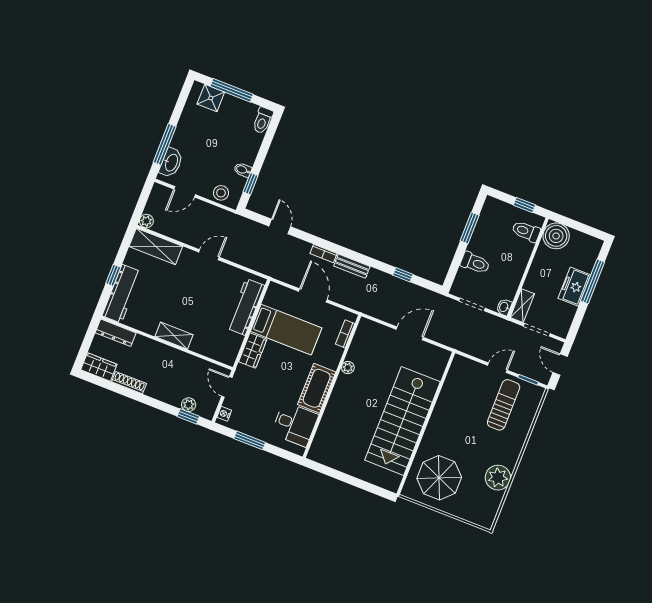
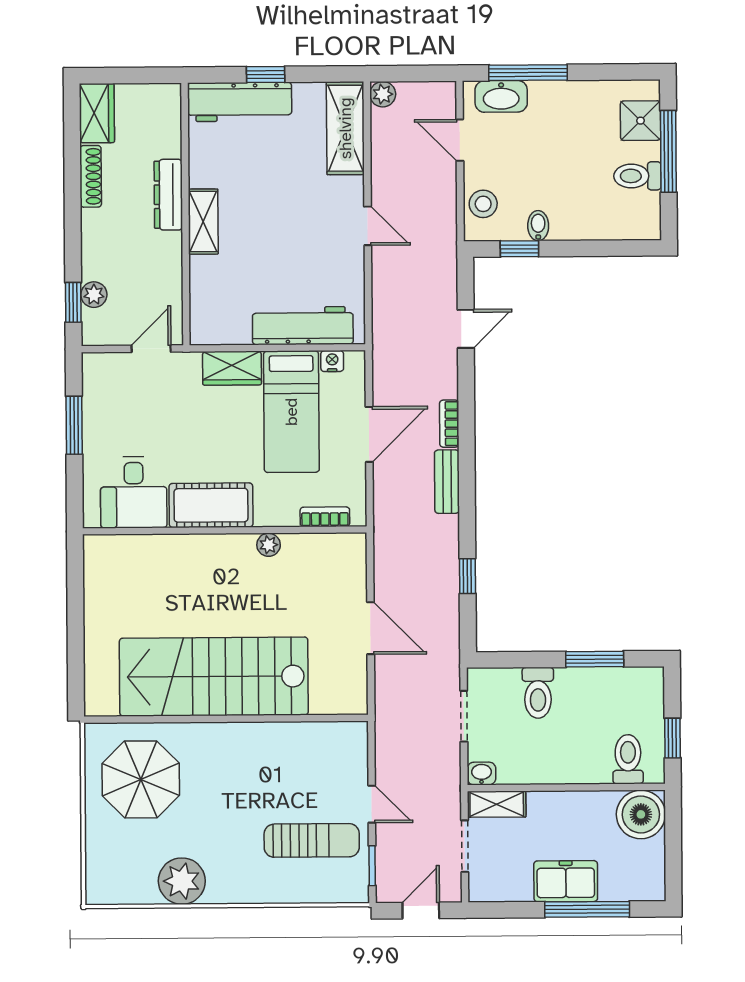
toilet: (263, 120) -> (637, 176), moved
dresser: (116, 333) -> (168, 195), moved
nightstand: (224, 414) -> (332, 361), moved

